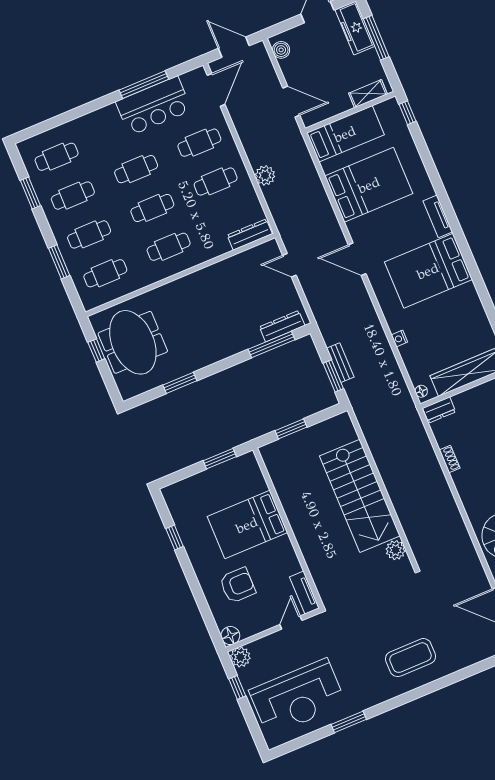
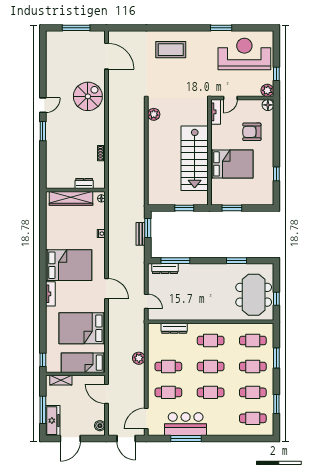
dresser: (250, 234) -> (174, 328), moved
dresser: (439, 410) -> (84, 184), moved
stairs: (360, 496) -> (195, 158), moved, turned 180

